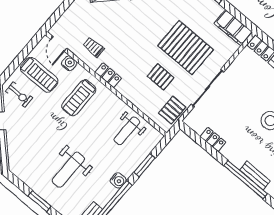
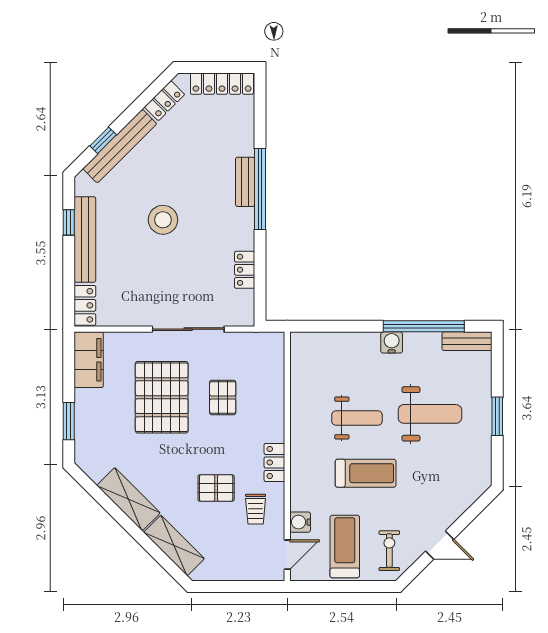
treadmill: (79, 98) -> (366, 473), moved
pallet: (172, 110) -> (216, 488), moved
weight bench: (127, 131) -> (357, 418), moved
window: (144, 165) -> (346, 326), removed

